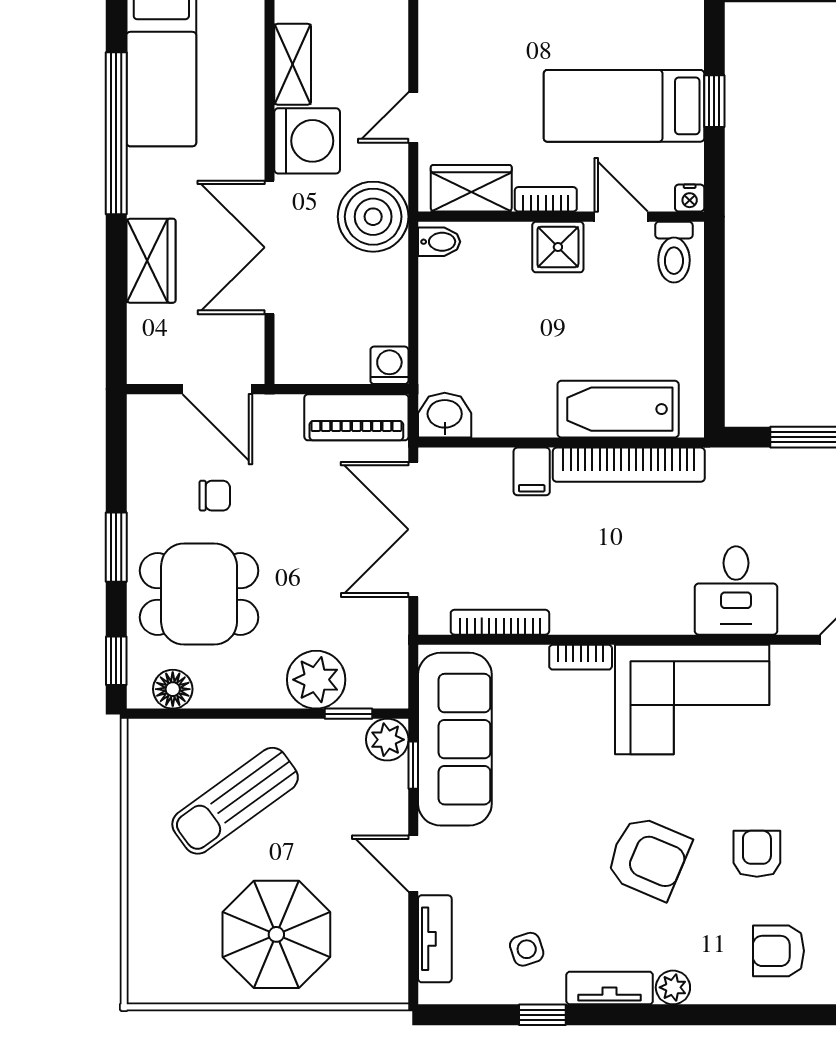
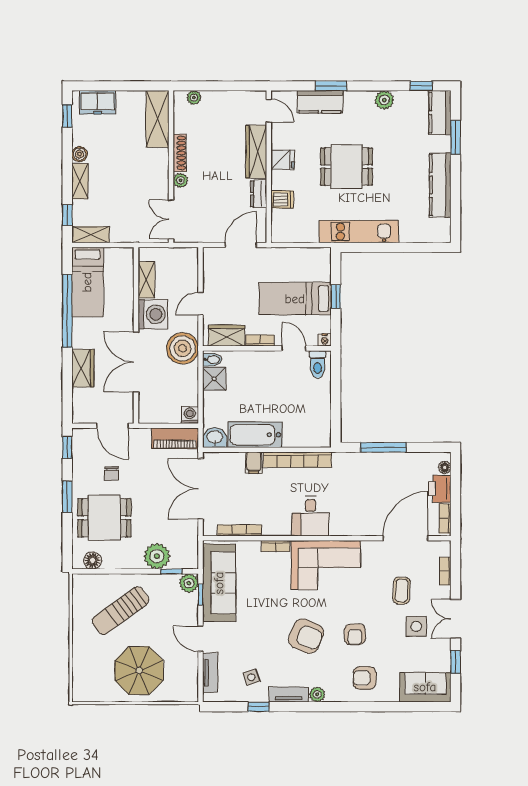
shower: (558, 247) -> (214, 379), moved
bathtub: (618, 409) -> (255, 435), moved
chair: (215, 496) -> (111, 474), turned 90
desk: (736, 590) -> (311, 516), moved
window: (116, 661) -> (67, 447), moved
armchair: (757, 854) -> (355, 634), turned 180

